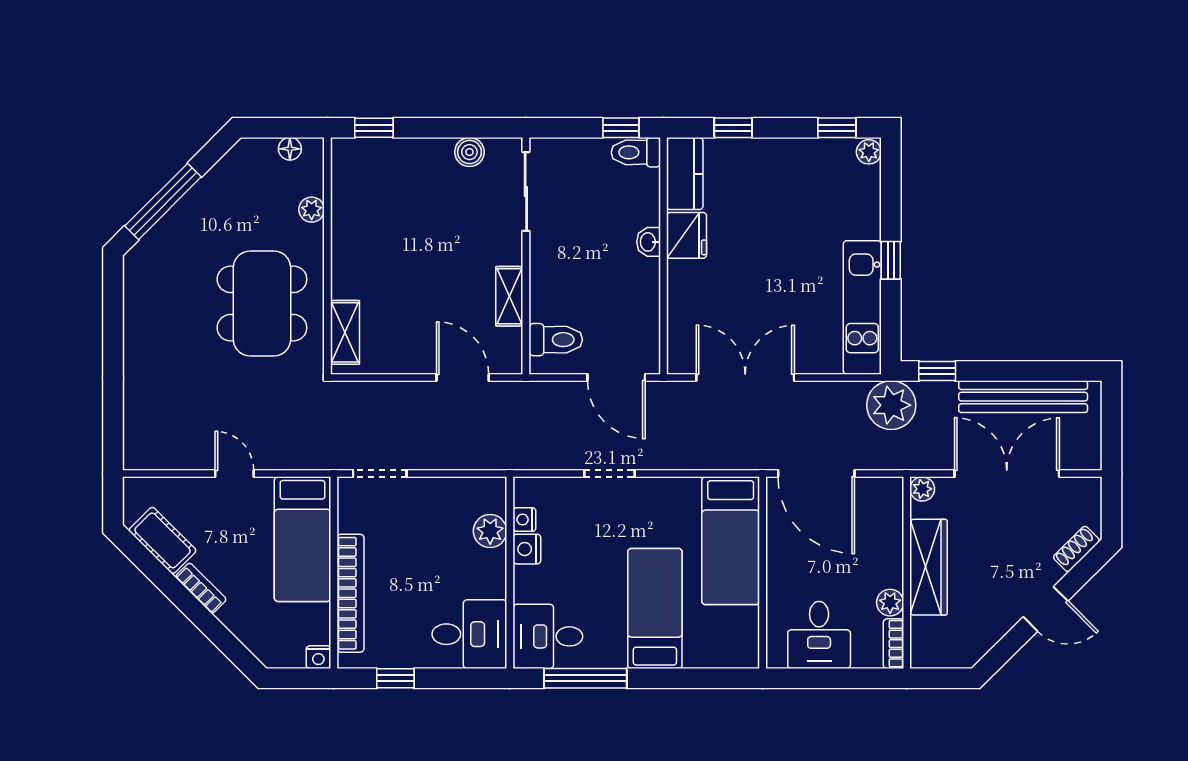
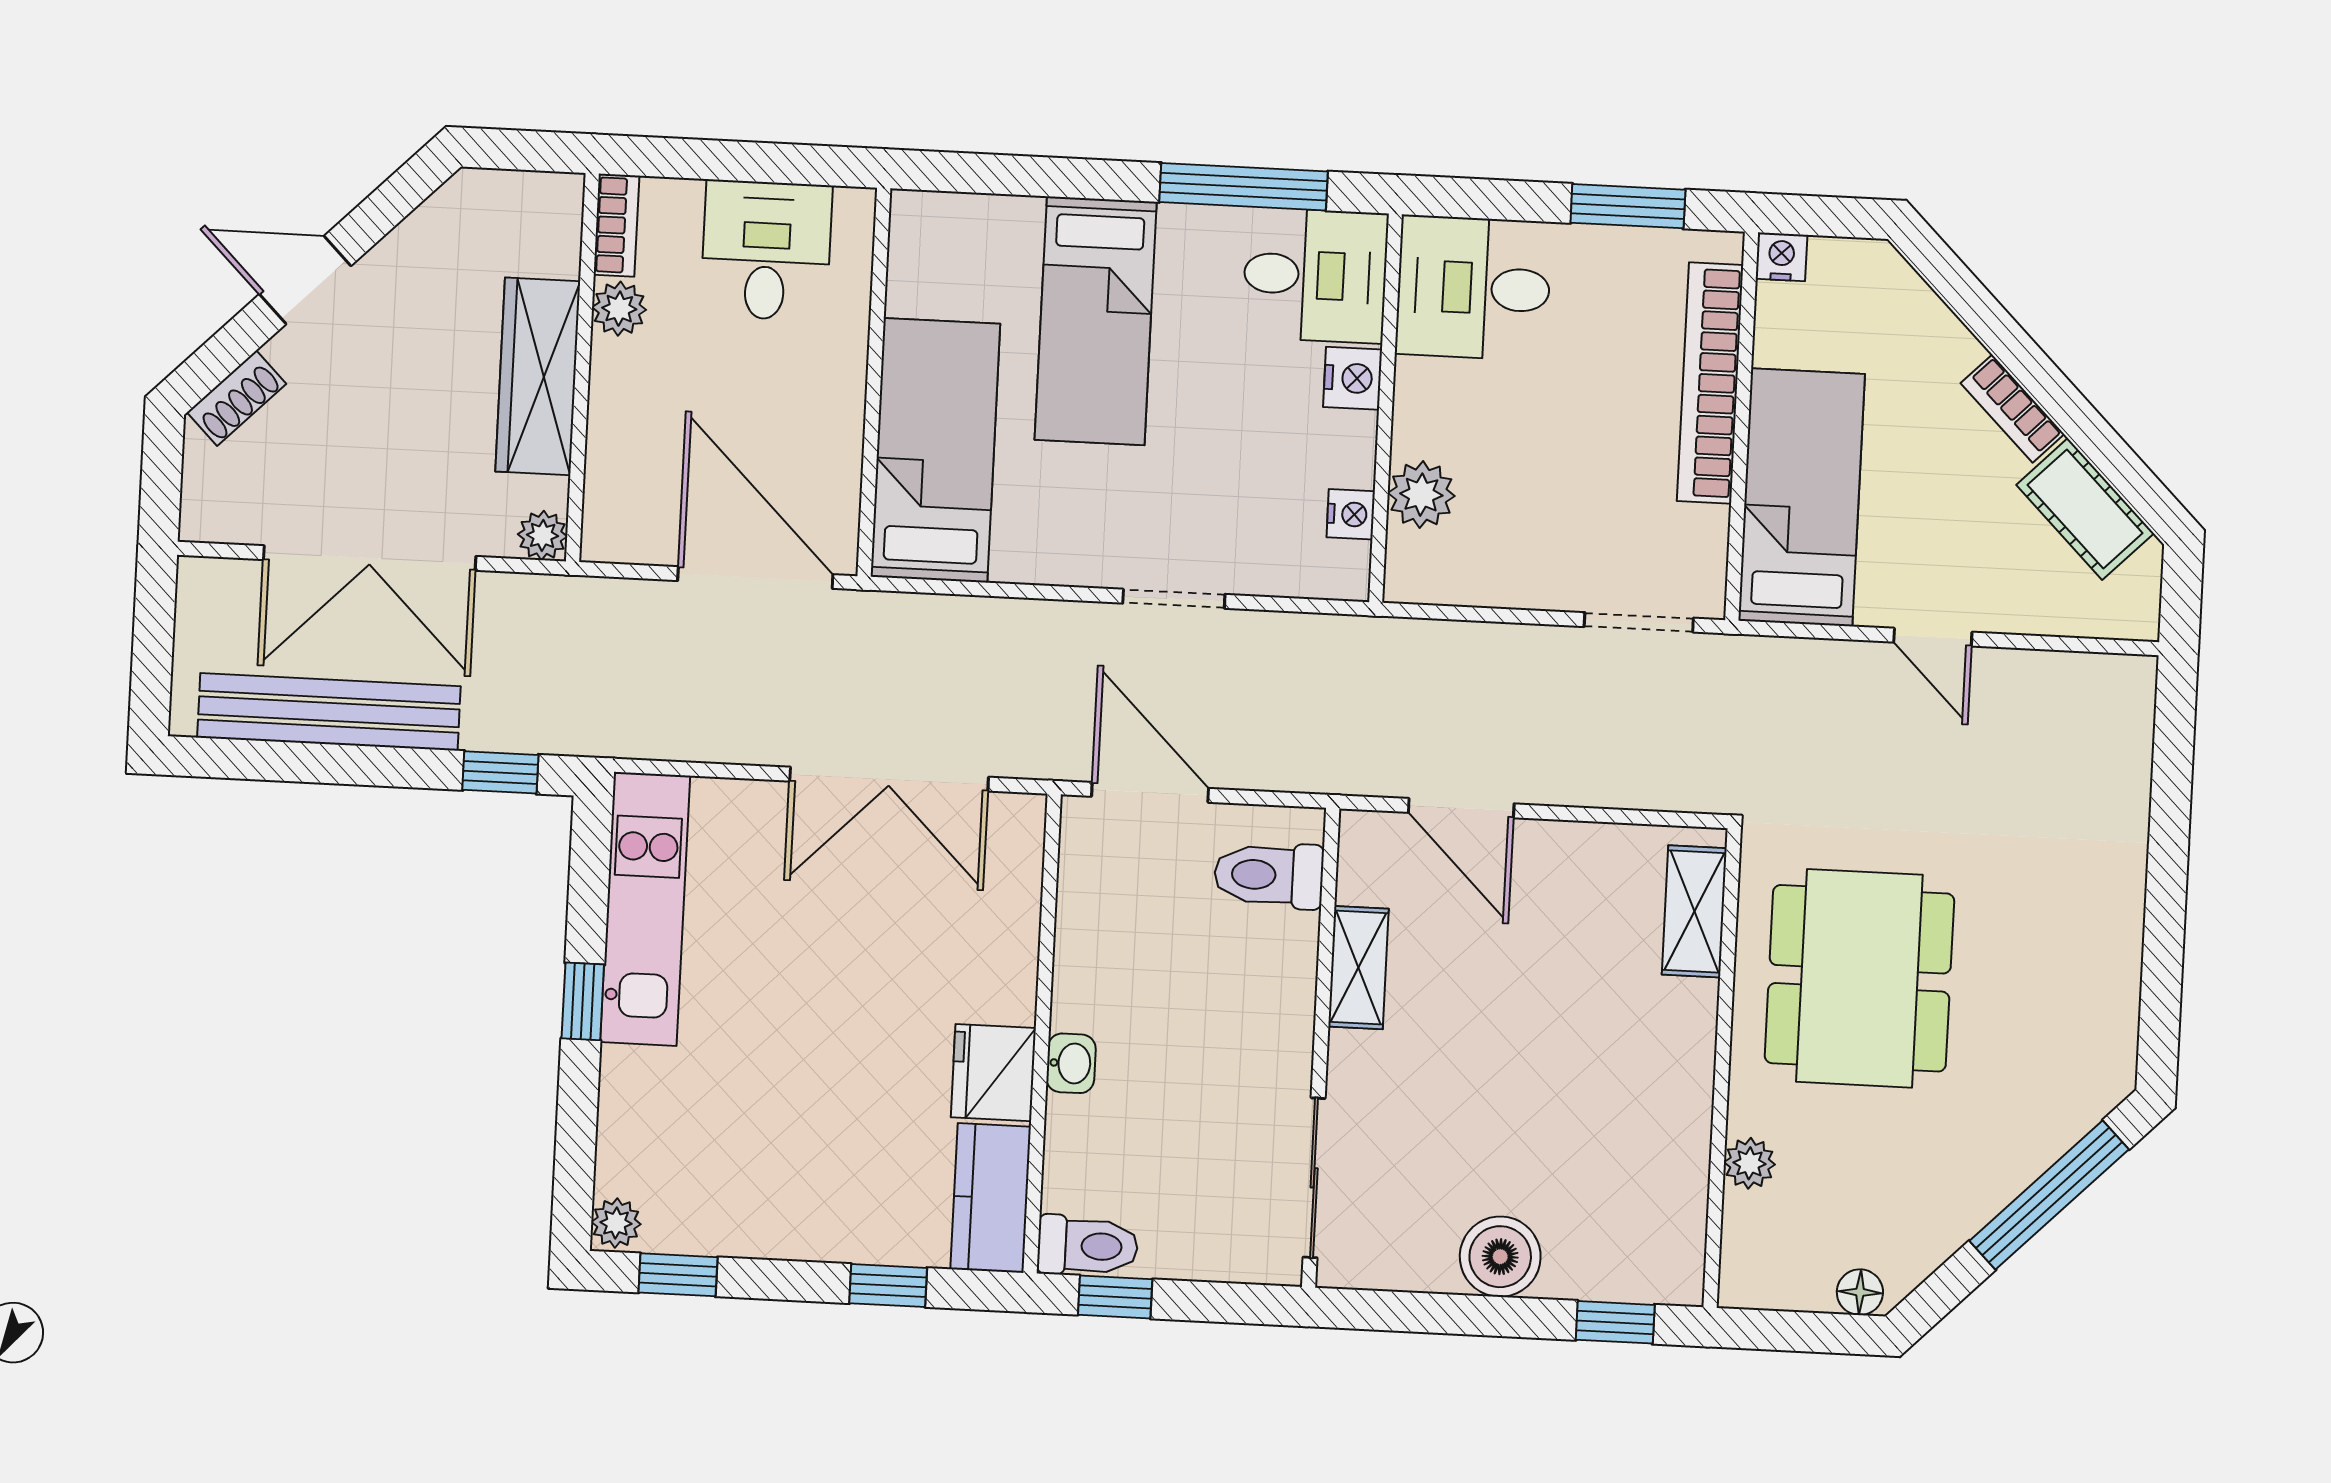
floor lamp: (290, 149) -> (1860, 1292), moved
boiler: (469, 152) -> (1500, 1257), moved, width x1.36, depth x1.36
plant: (891, 405) -> (596, 708), removed
nightstand: (527, 549) -> (1353, 378), moved
window: (395, 678) -> (1628, 206), width x1.50

